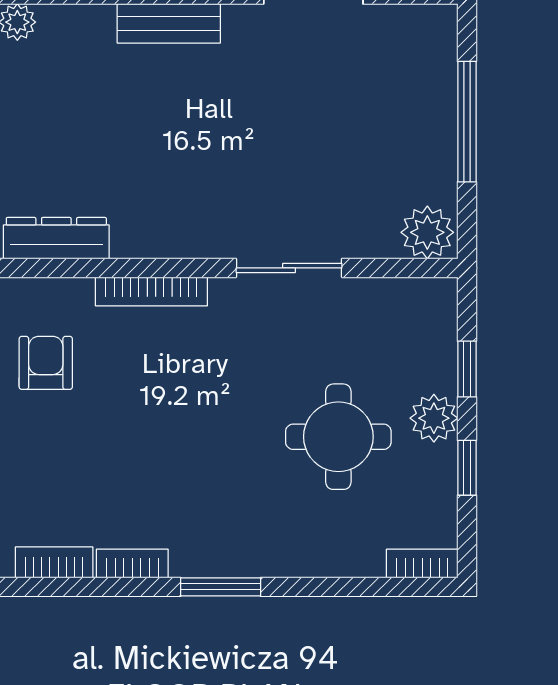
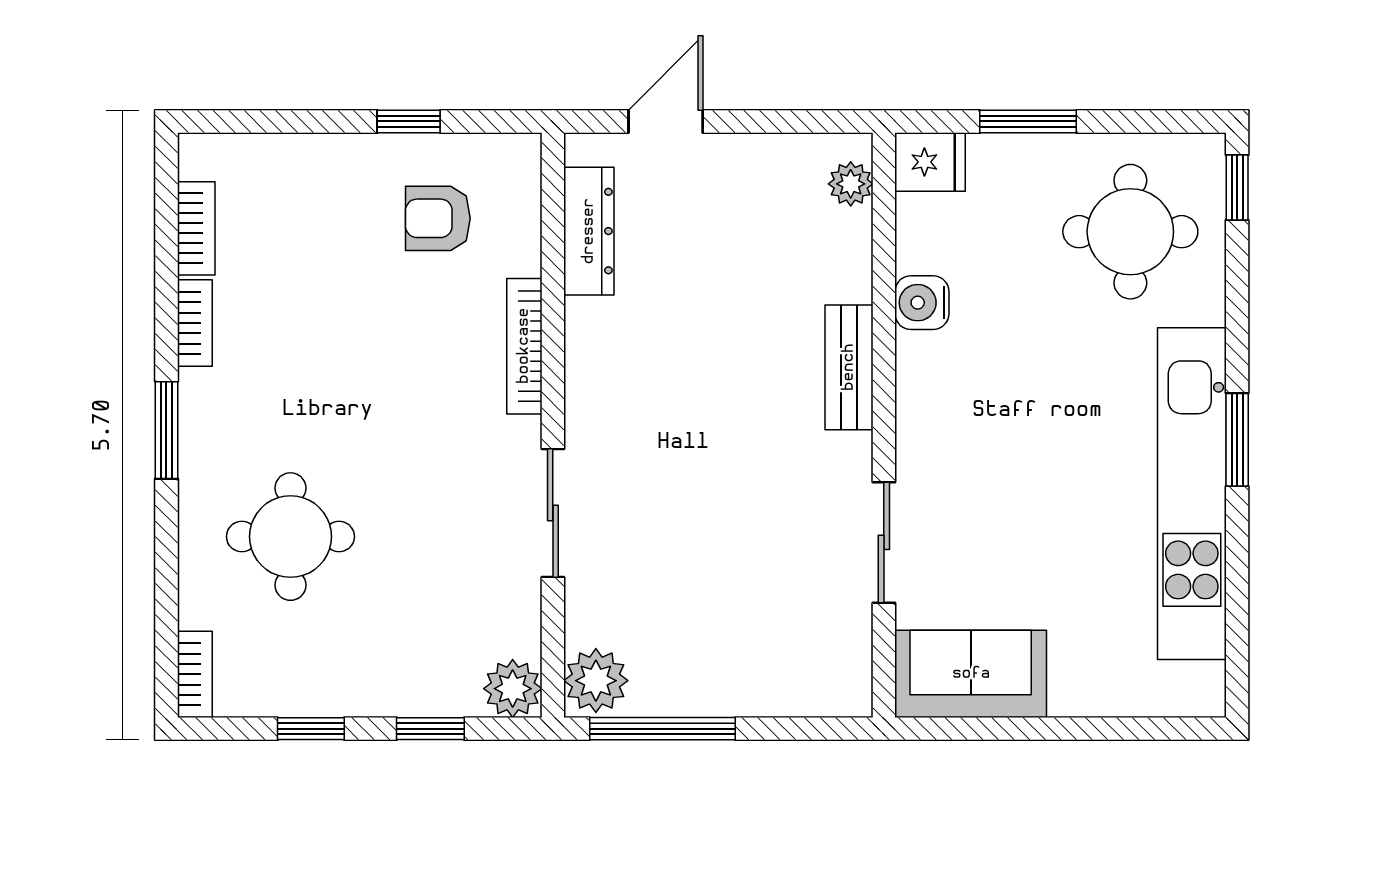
window: (467, 122) -> (662, 729), moved
armchair: (46, 363) -> (438, 218), turned 180
plant: (434, 418) -> (513, 689), moved
round table: (338, 437) -> (290, 537), moved

